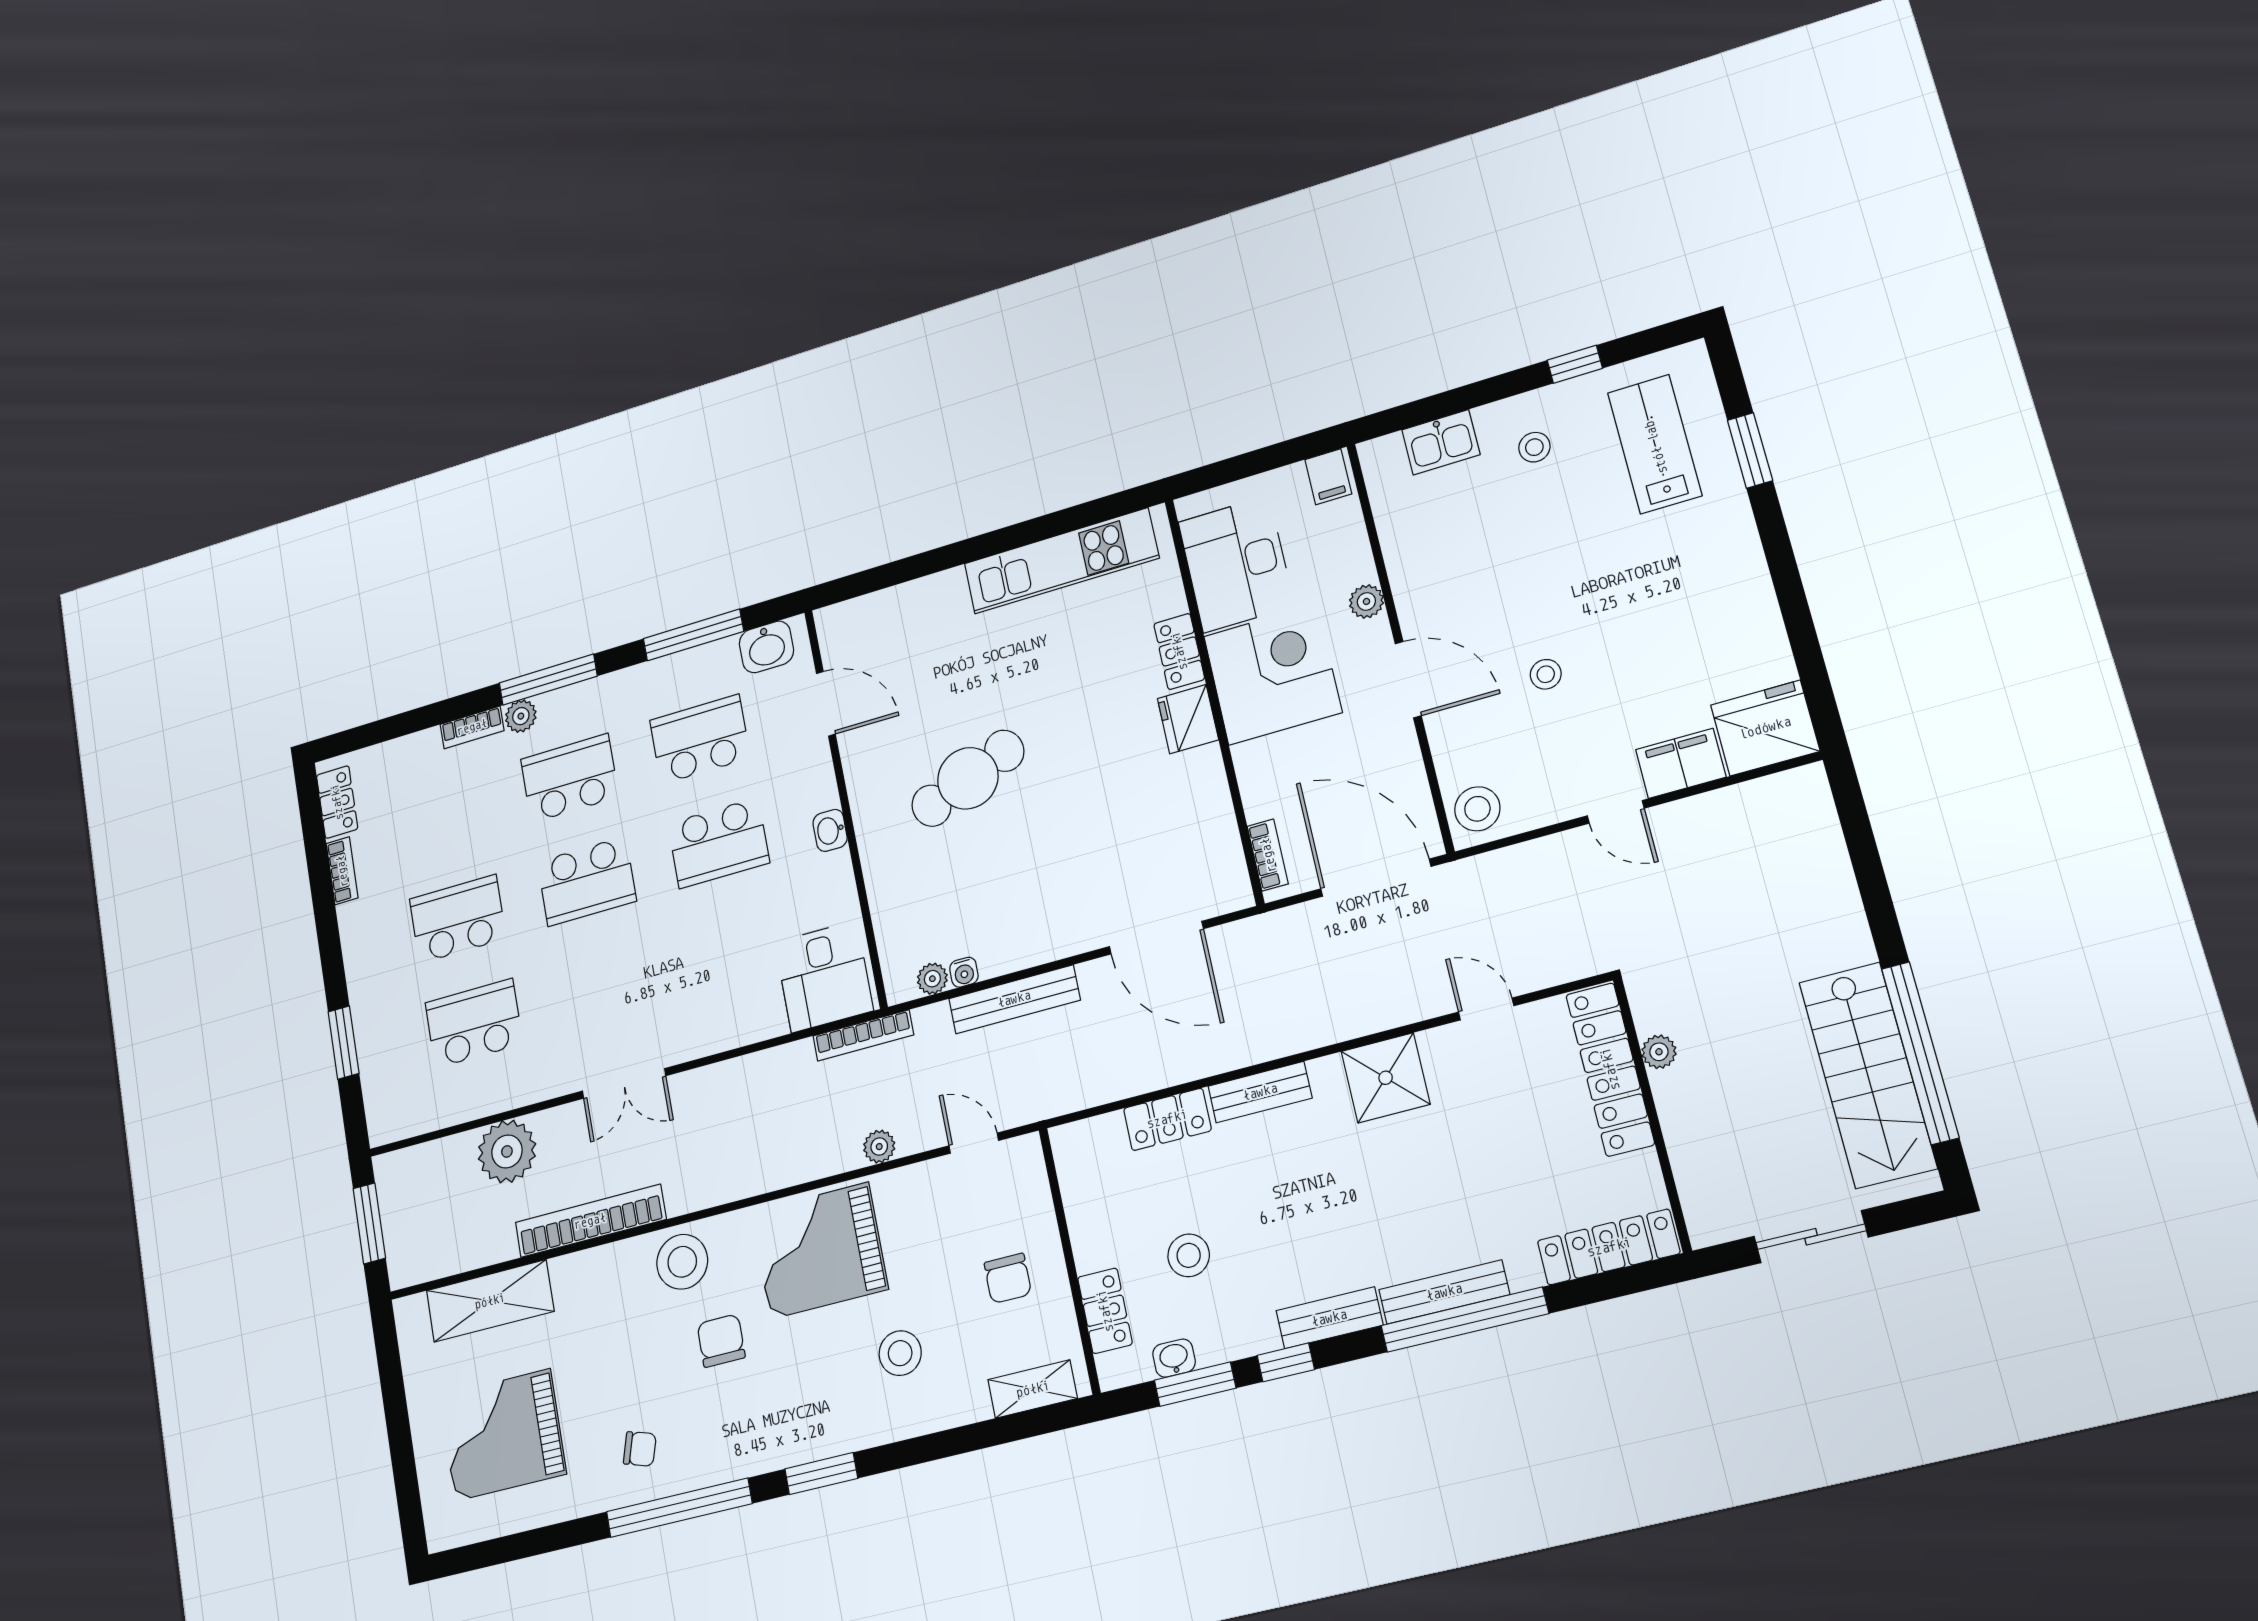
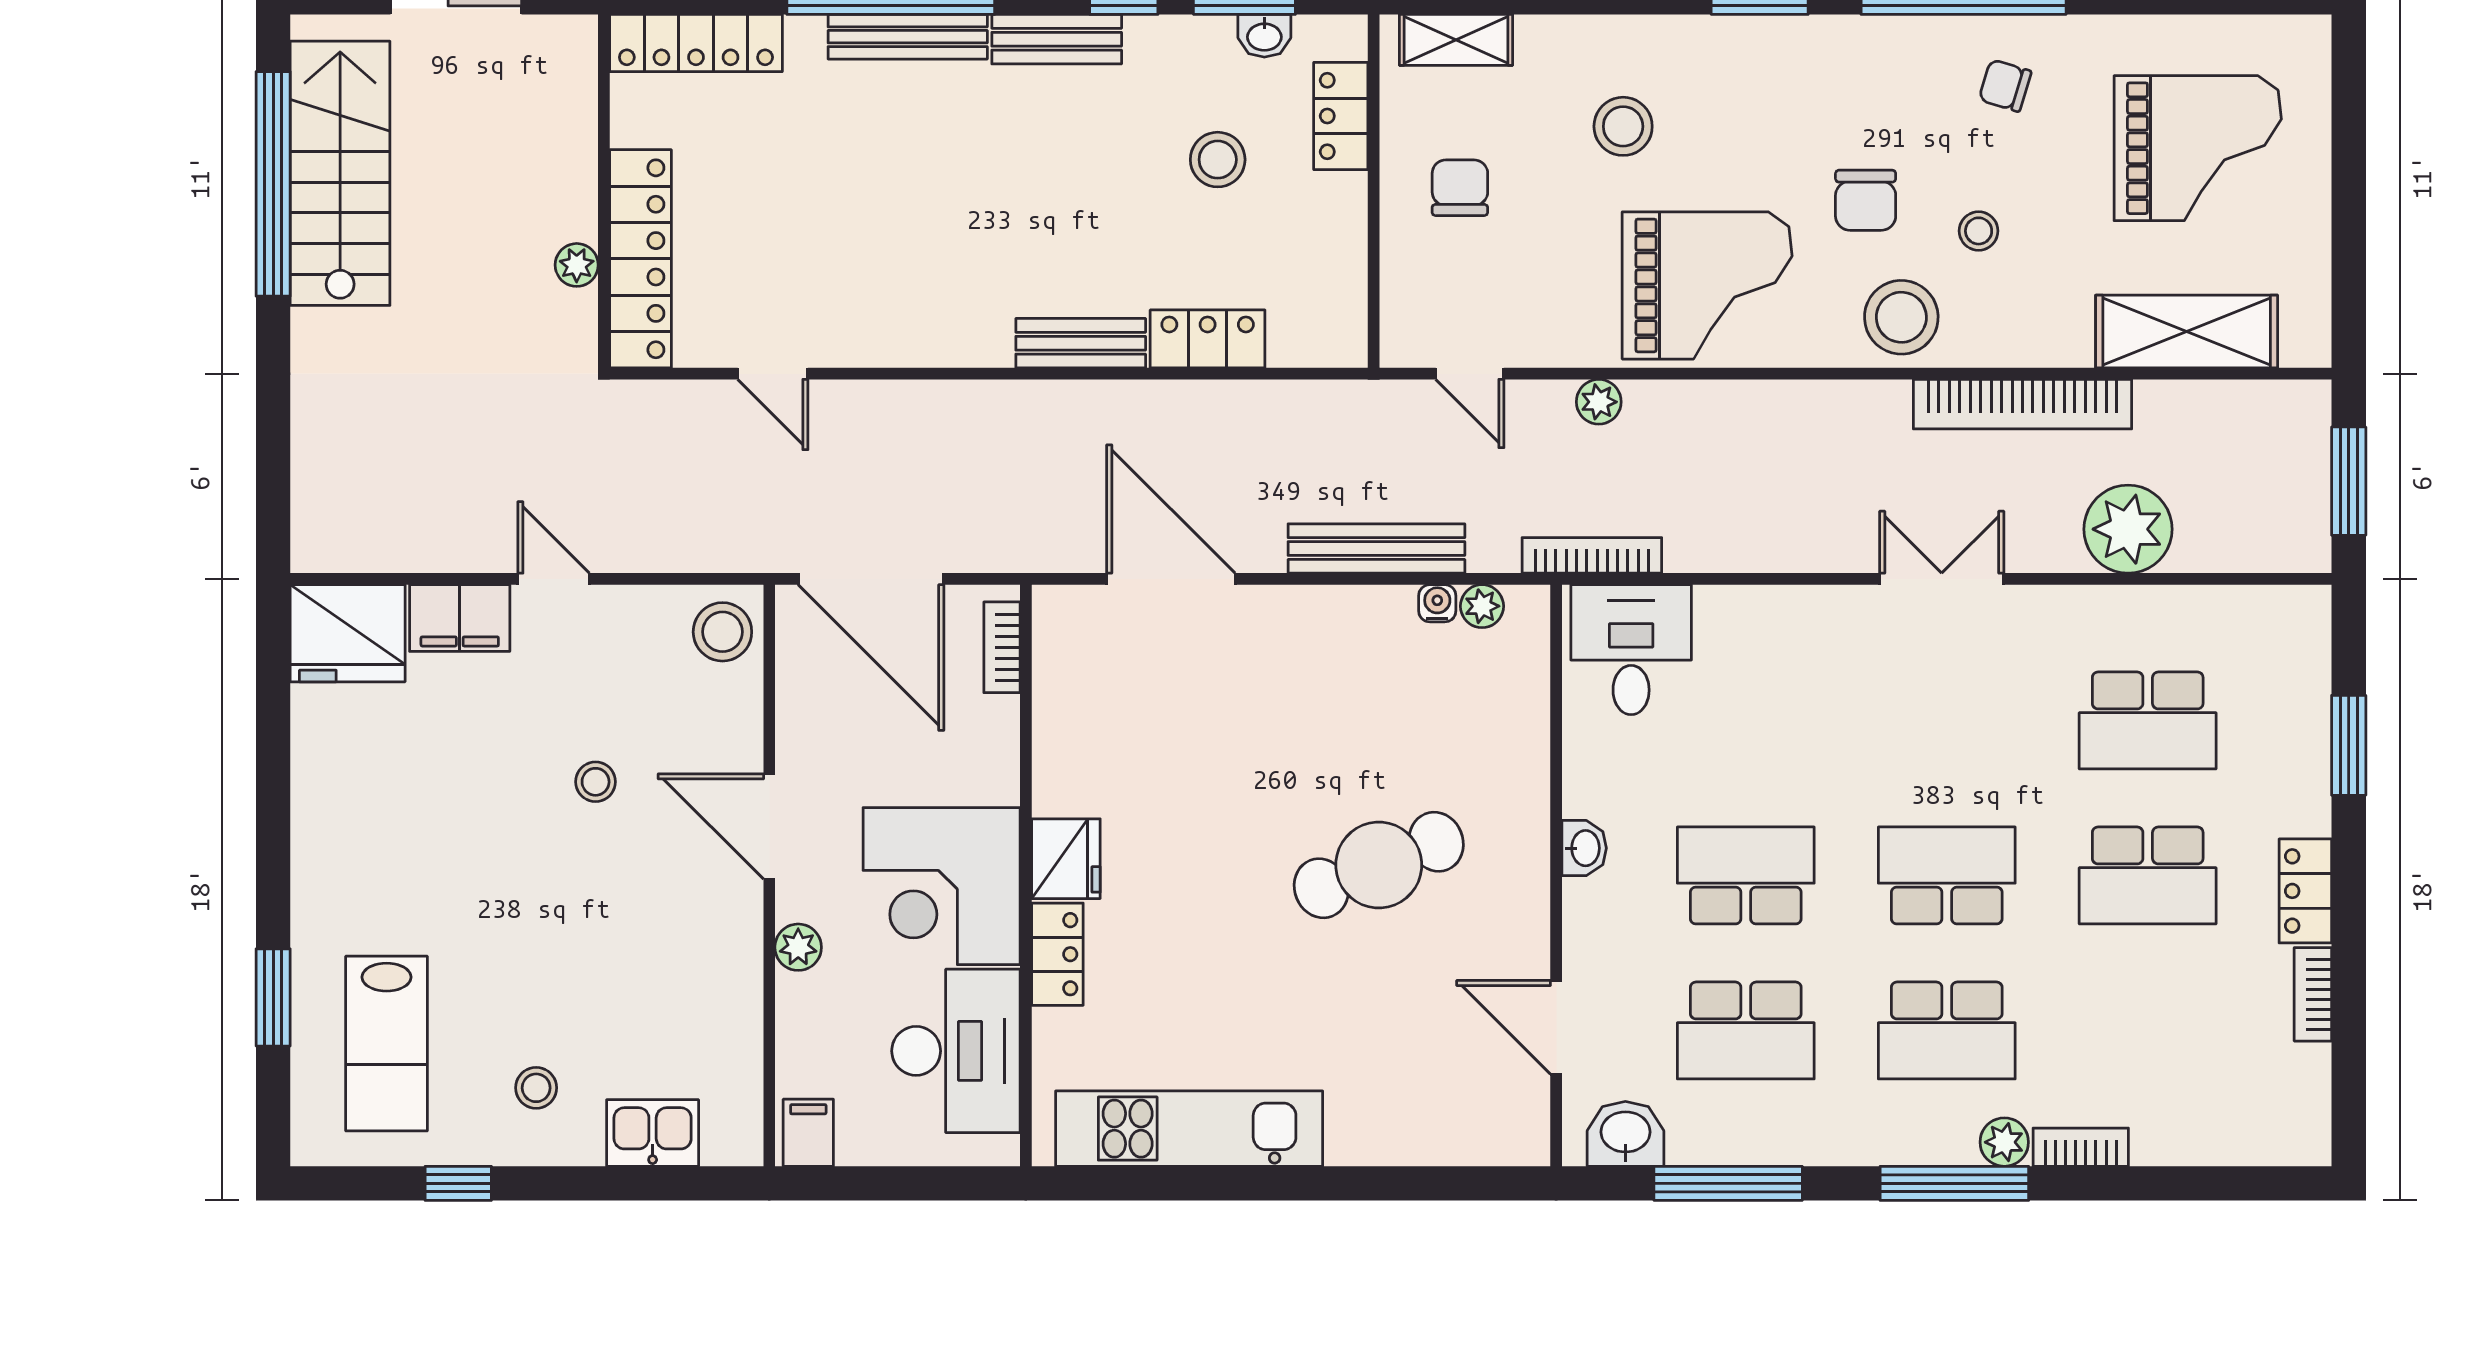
locker: (337, 802) -> (2305, 891), moved
shower: (1386, 1078) -> (918, 320), removed
stool: (640, 1338) -> (1979, 231), added

